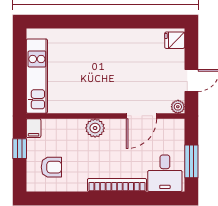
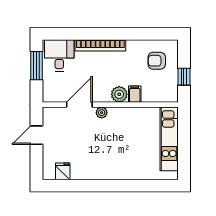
fridge: (175, 40) -> (63, 171), moved, turned -90
plant: (178, 107) -> (102, 113), moved
filing cabinet: (34, 128) -> (135, 94), moved

